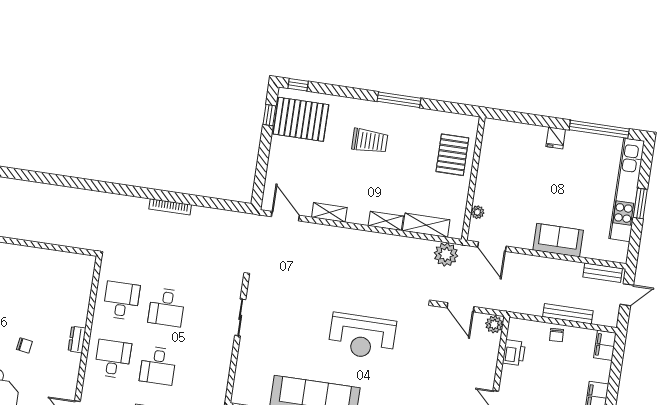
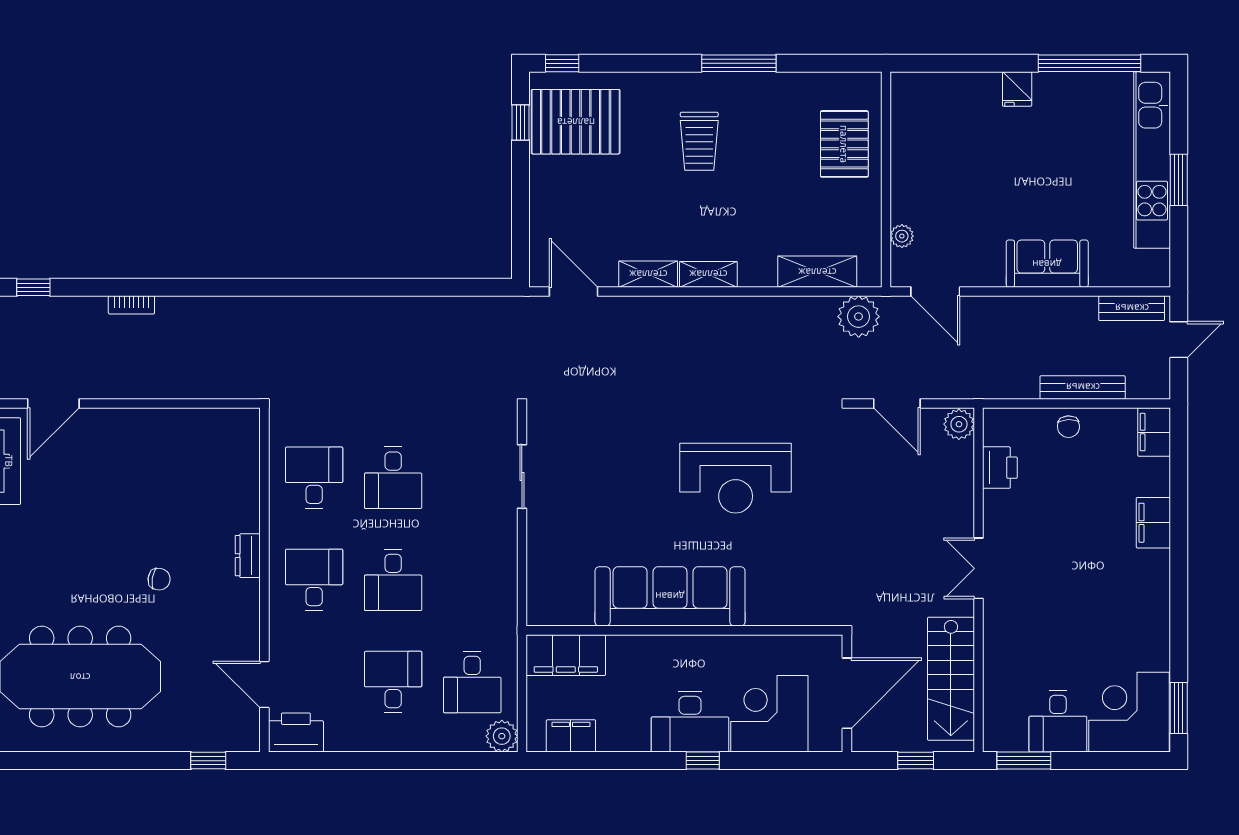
trolley: (370, 141) -> (699, 141), turned 90
bookcase: (170, 207) -> (131, 305), moved, width x0.64
shelving: (386, 221) -> (708, 274), moved

